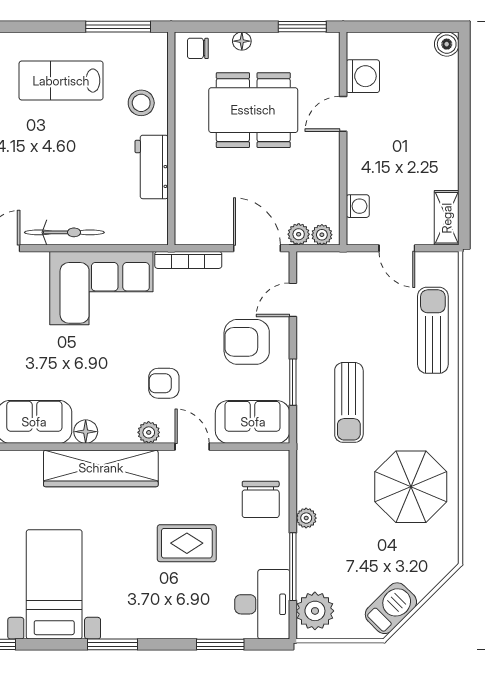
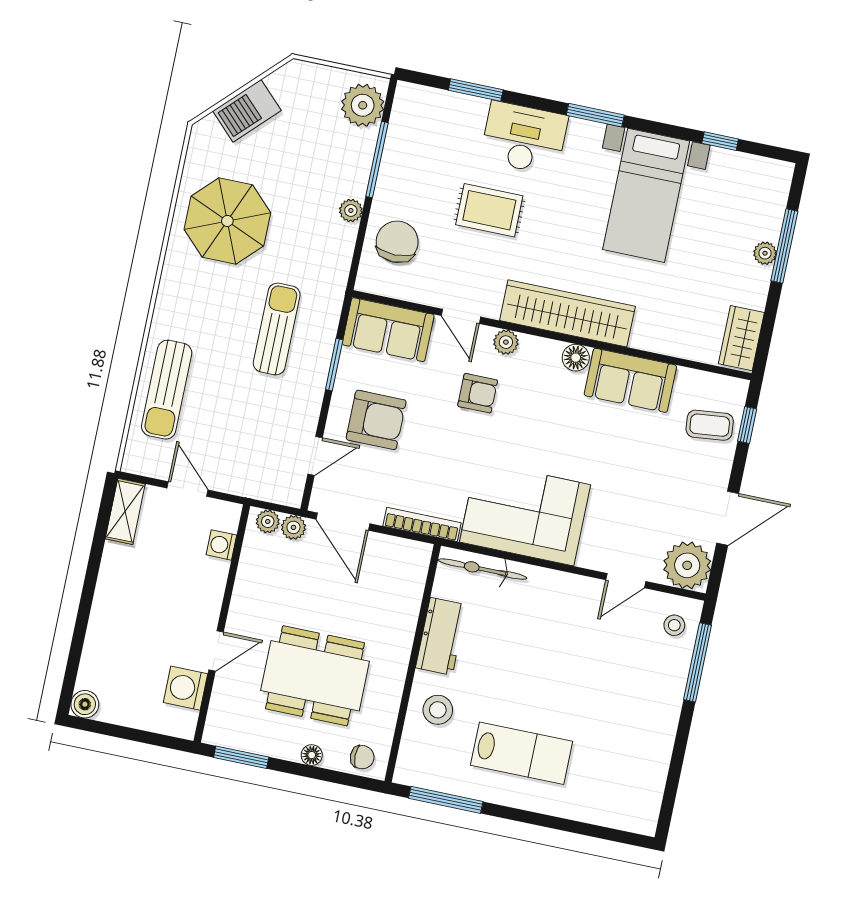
bicycle: (64, 232) -> (482, 569), moved
desk: (262, 604) -> (524, 138), moved, turned 90
barbecue: (391, 608) -> (247, 111), moved

